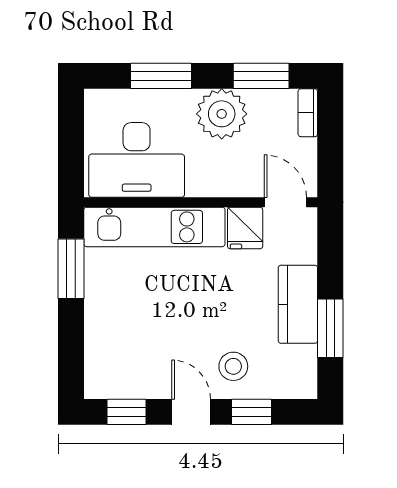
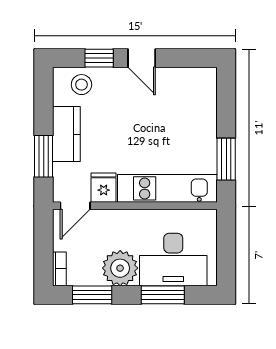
desk: (137, 160) -> (173, 259), moved, turned 180
door: (285, 202) -> (75, 206), hinge flipped
window: (330, 328) -> (44, 156), moved
stool: (233, 366) -> (81, 85), moved
window: (126, 412) -> (187, 58), removed

